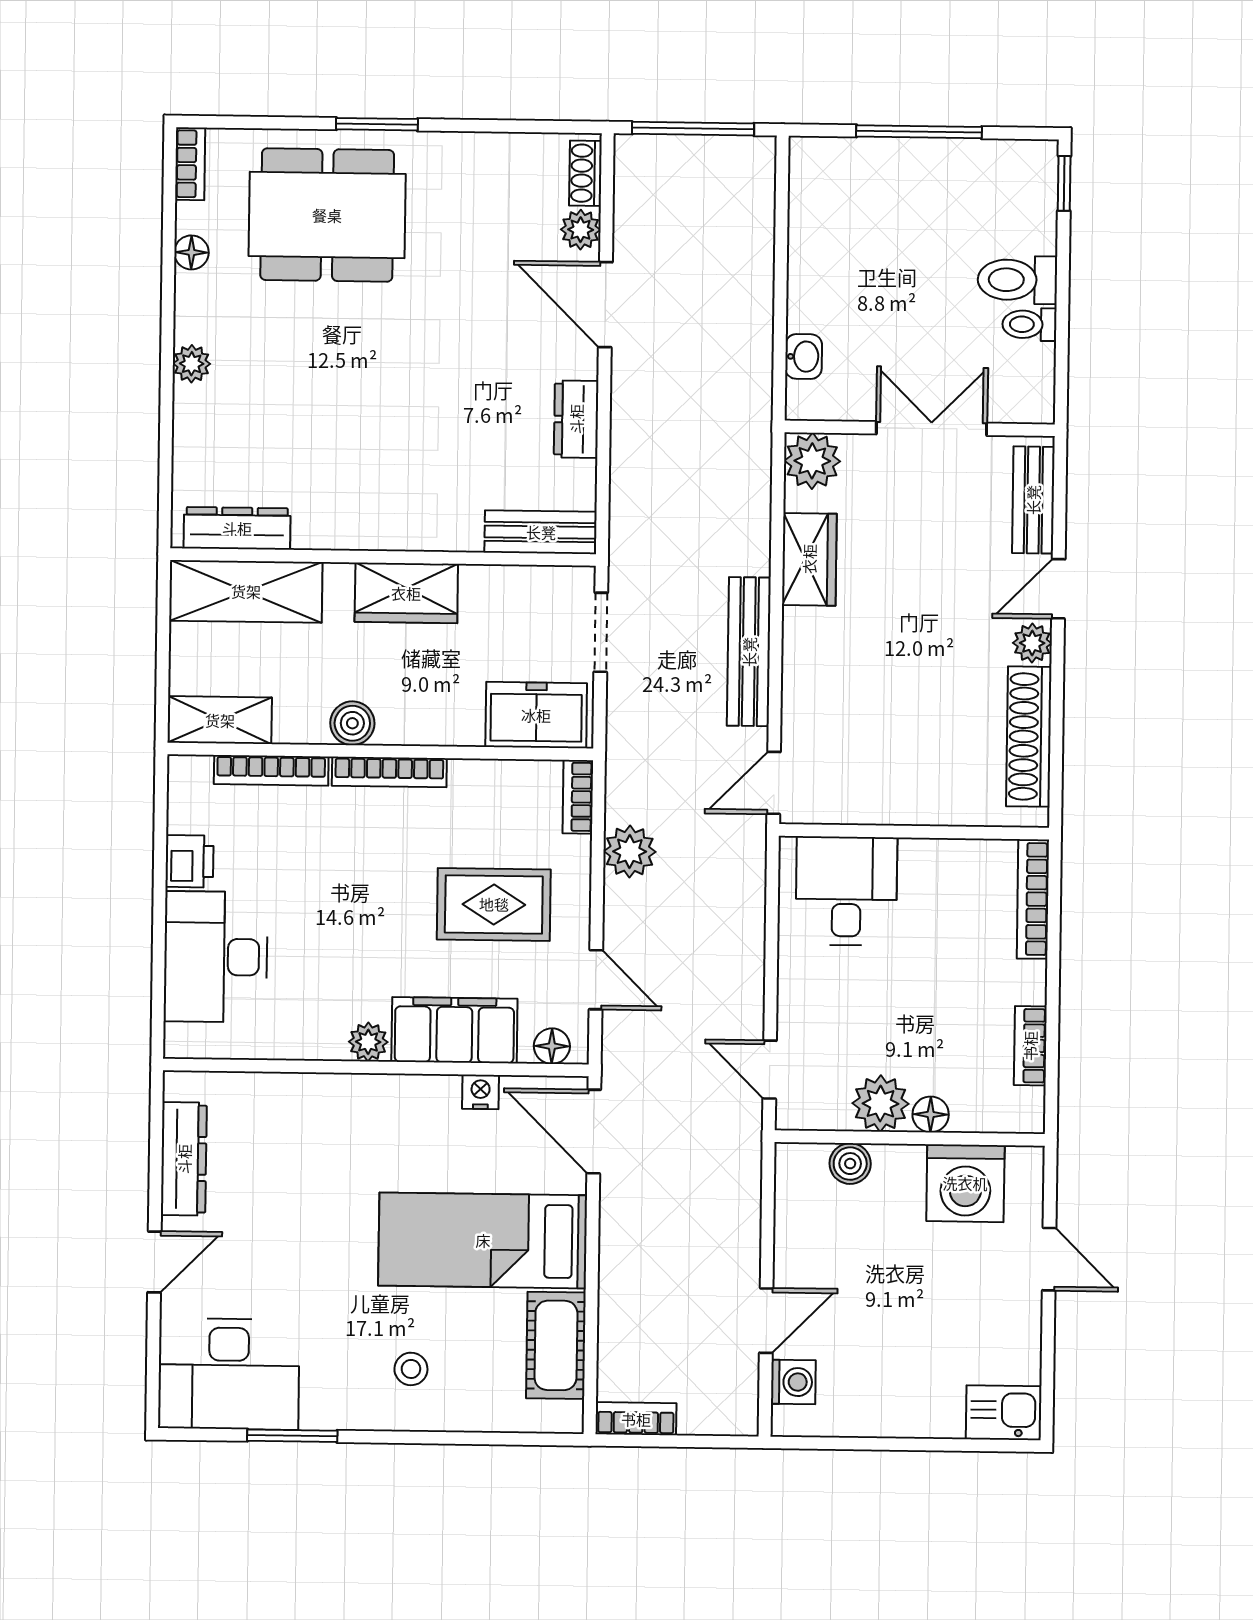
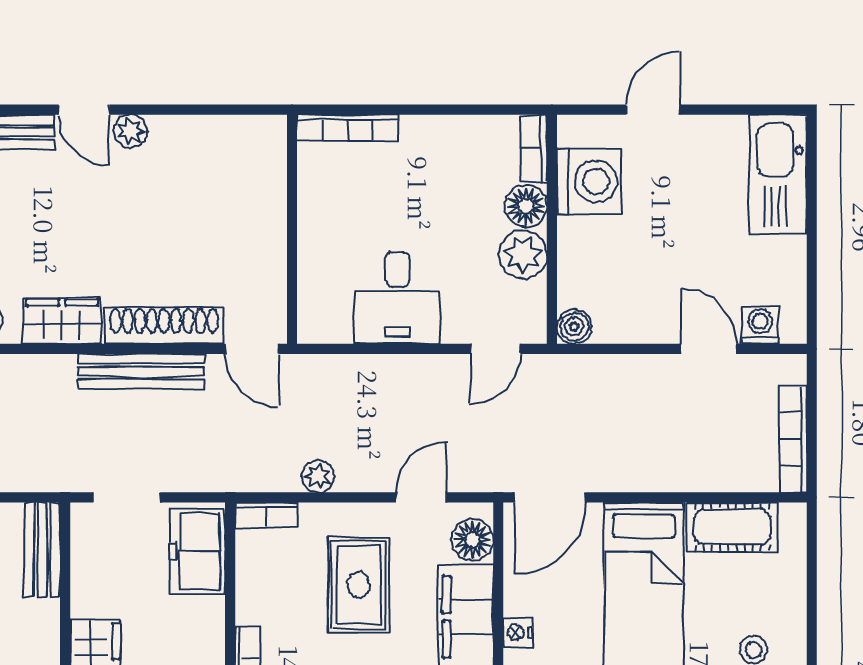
shoe rack: (1029, 737) -> (164, 326), moved, turned 180
plant: (630, 852) -> (318, 476), width x0.73, depth x0.73
desk: (846, 891) -> (397, 298), moved, turned -90
floor lamp: (552, 1046) -> (472, 540), width x1.37, depth x1.37
bookcase: (1030, 1046) -> (534, 148), moved, turned 90
nightstand: (481, 1092) -> (518, 633), moved
floor lamp: (931, 1114) -> (526, 206), width x1.37, depth x1.37
boiler: (850, 1164) -> (574, 327), moved
kitchen sink: (1004, 1413) -> (778, 174), width x1.87, depth x1.24
bookcase: (636, 1419) -> (793, 439), width x1.56

